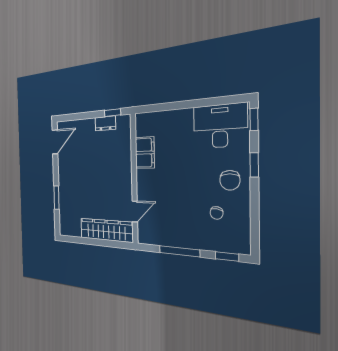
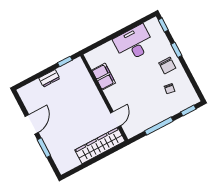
dresser: (105, 123) -> (49, 78), moved
desk: (220, 126) -> (134, 43), moved
door: (55, 142) -> (32, 124), moved

